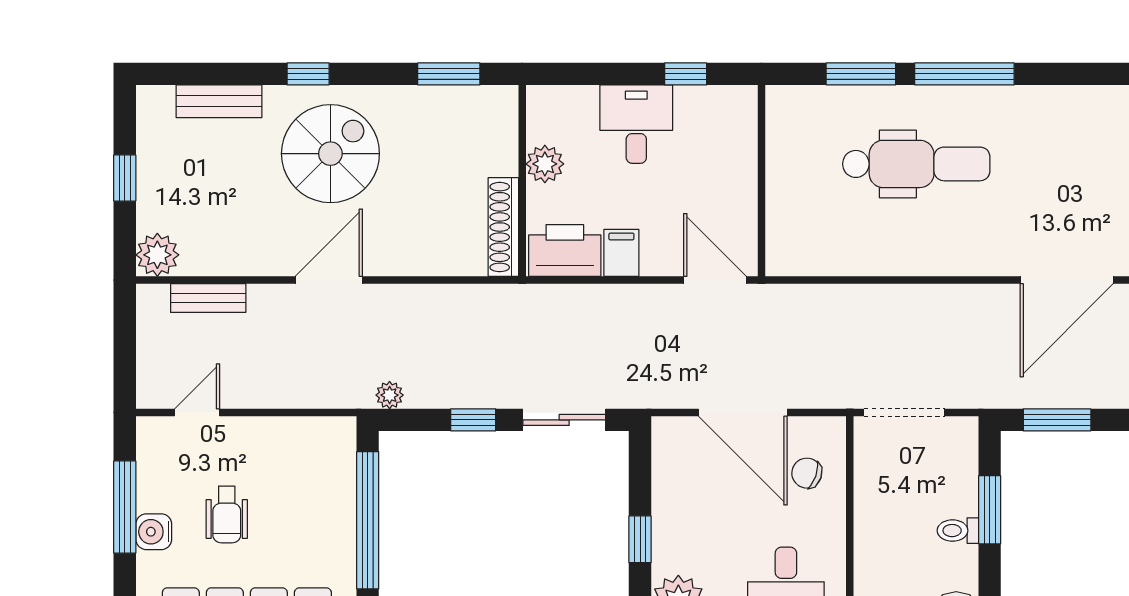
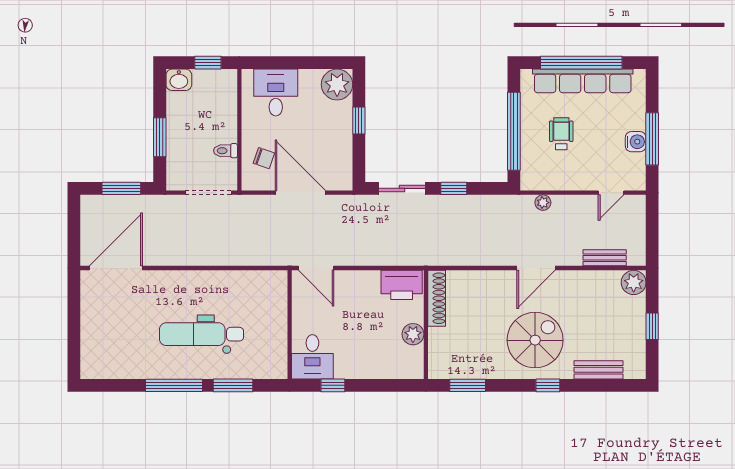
desk: (636, 124) -> (312, 357), moved
spiral stairs: (330, 154) -> (535, 340), turned 180
filing cabinet: (621, 253) -> (369, 284), removed
plant: (390, 395) -> (543, 203), moved
wheelchair: (227, 514) -> (561, 134), moved
toilet: (958, 531) -> (225, 151), moved, turned 180
water cooler: (154, 532) -> (636, 142), moved

